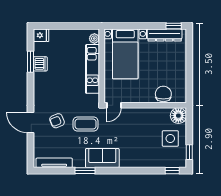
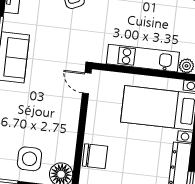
coffee table: (86, 124) -> (65, 39), removed

